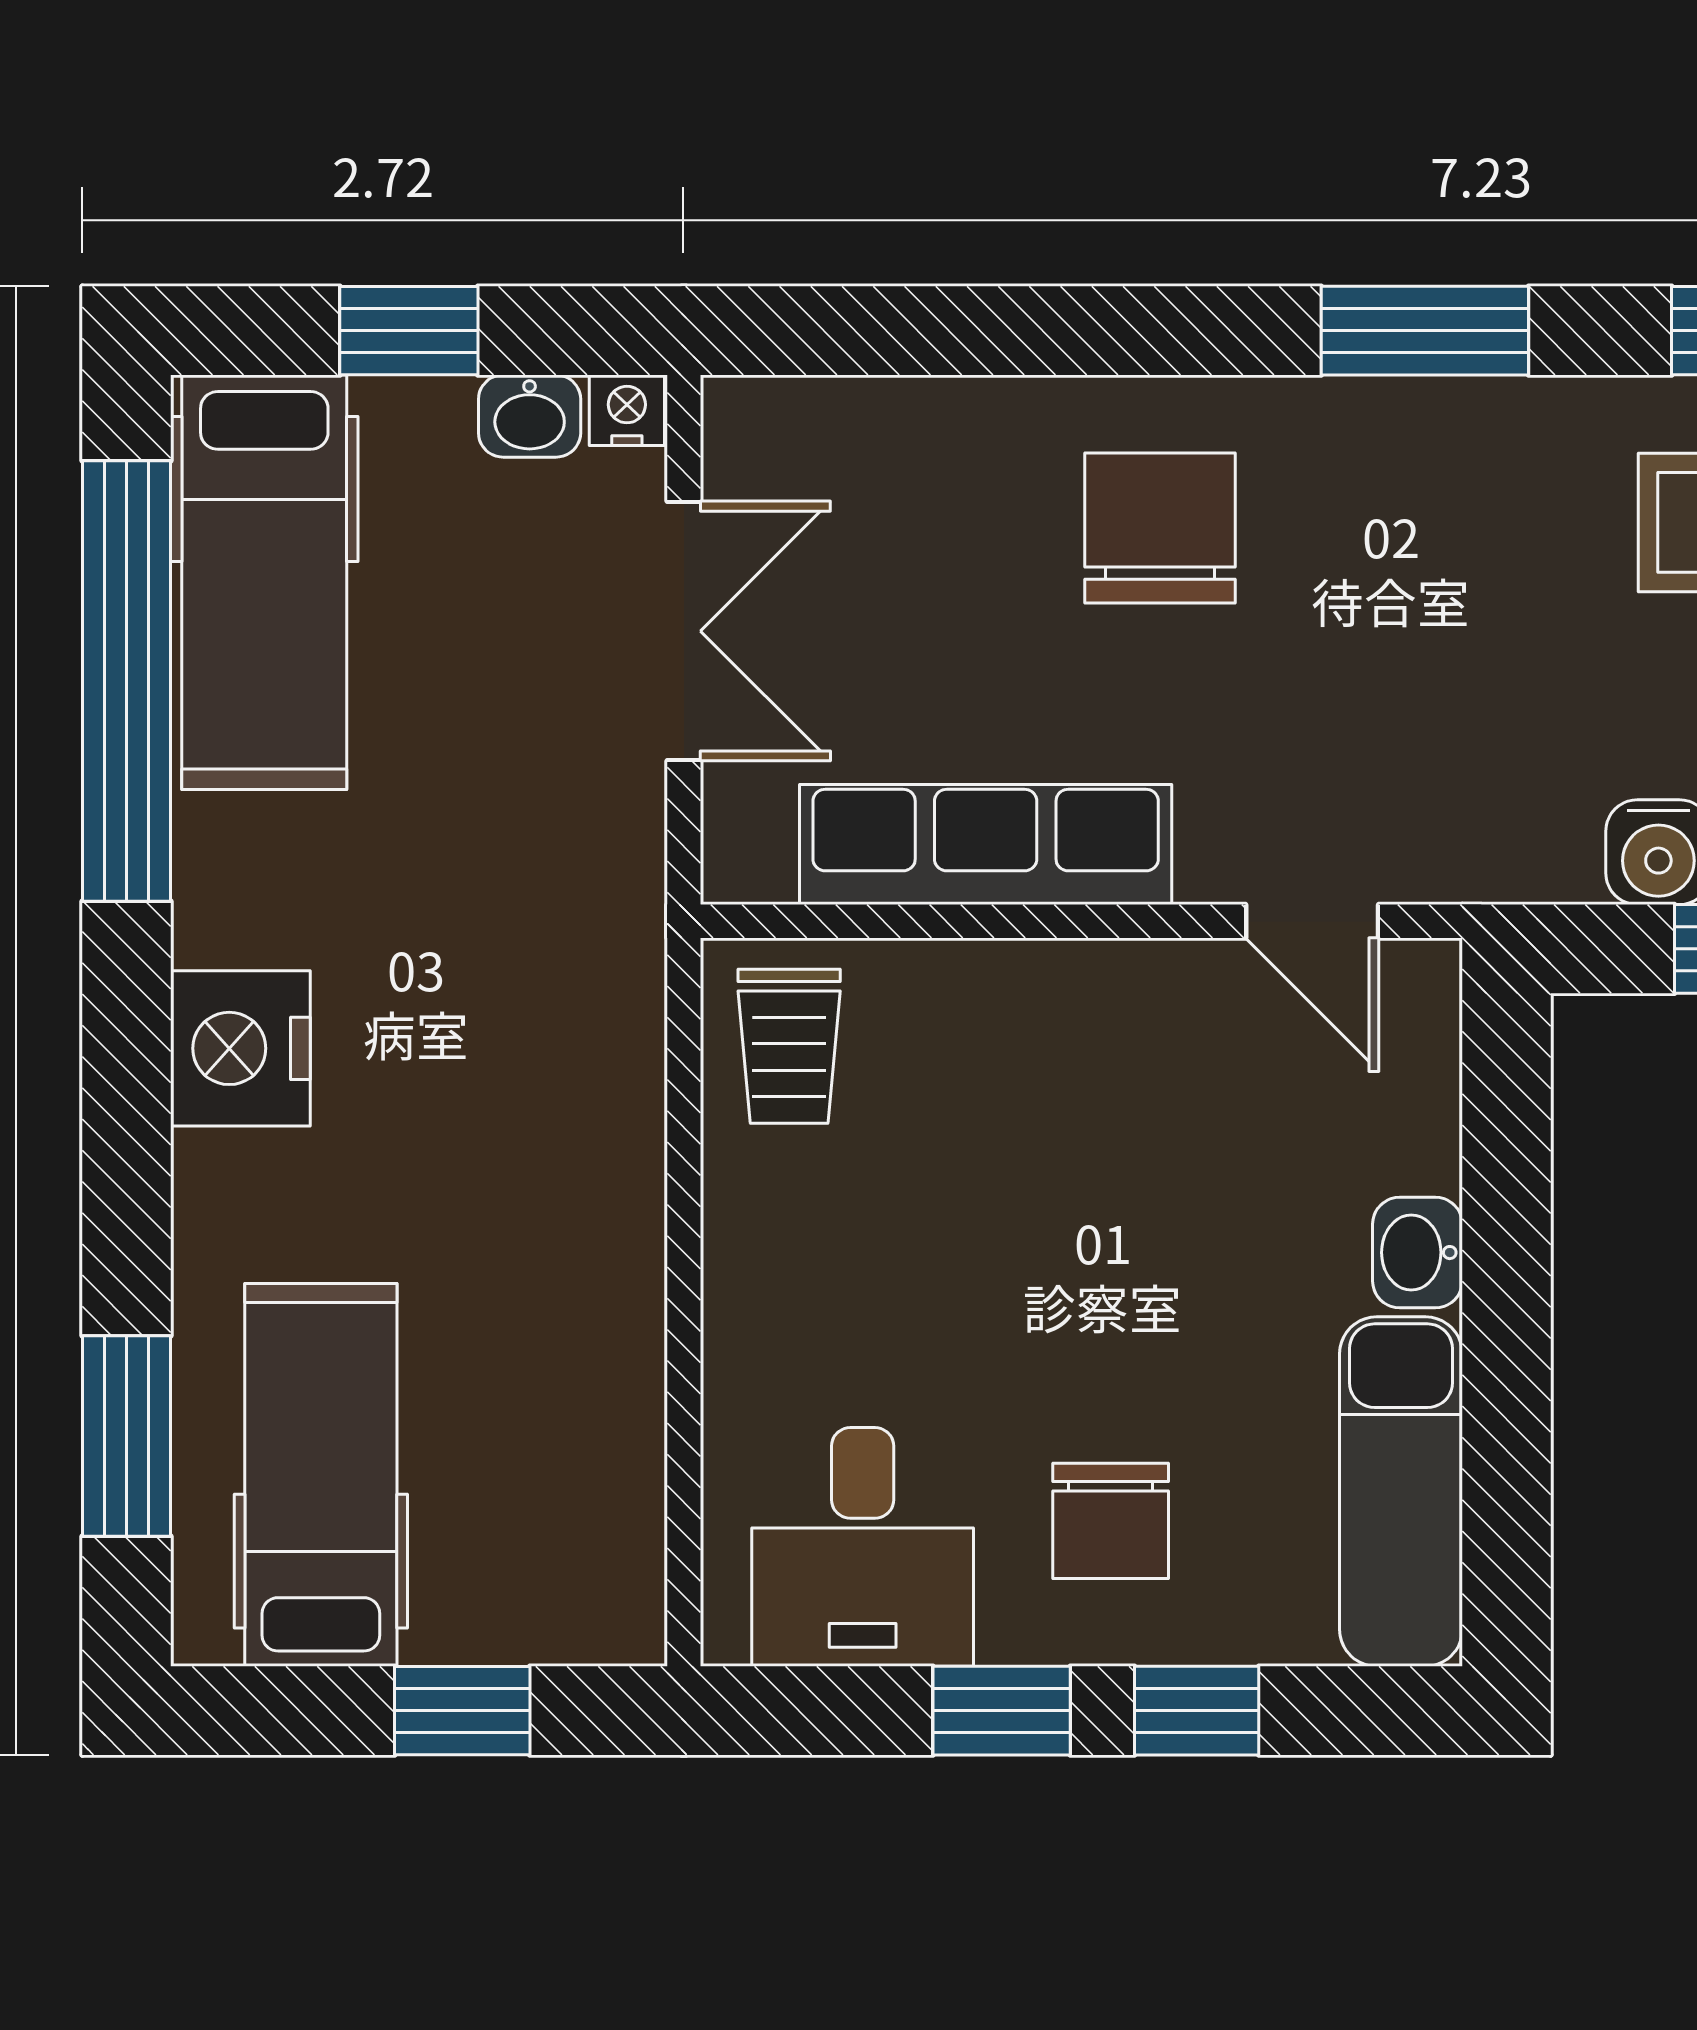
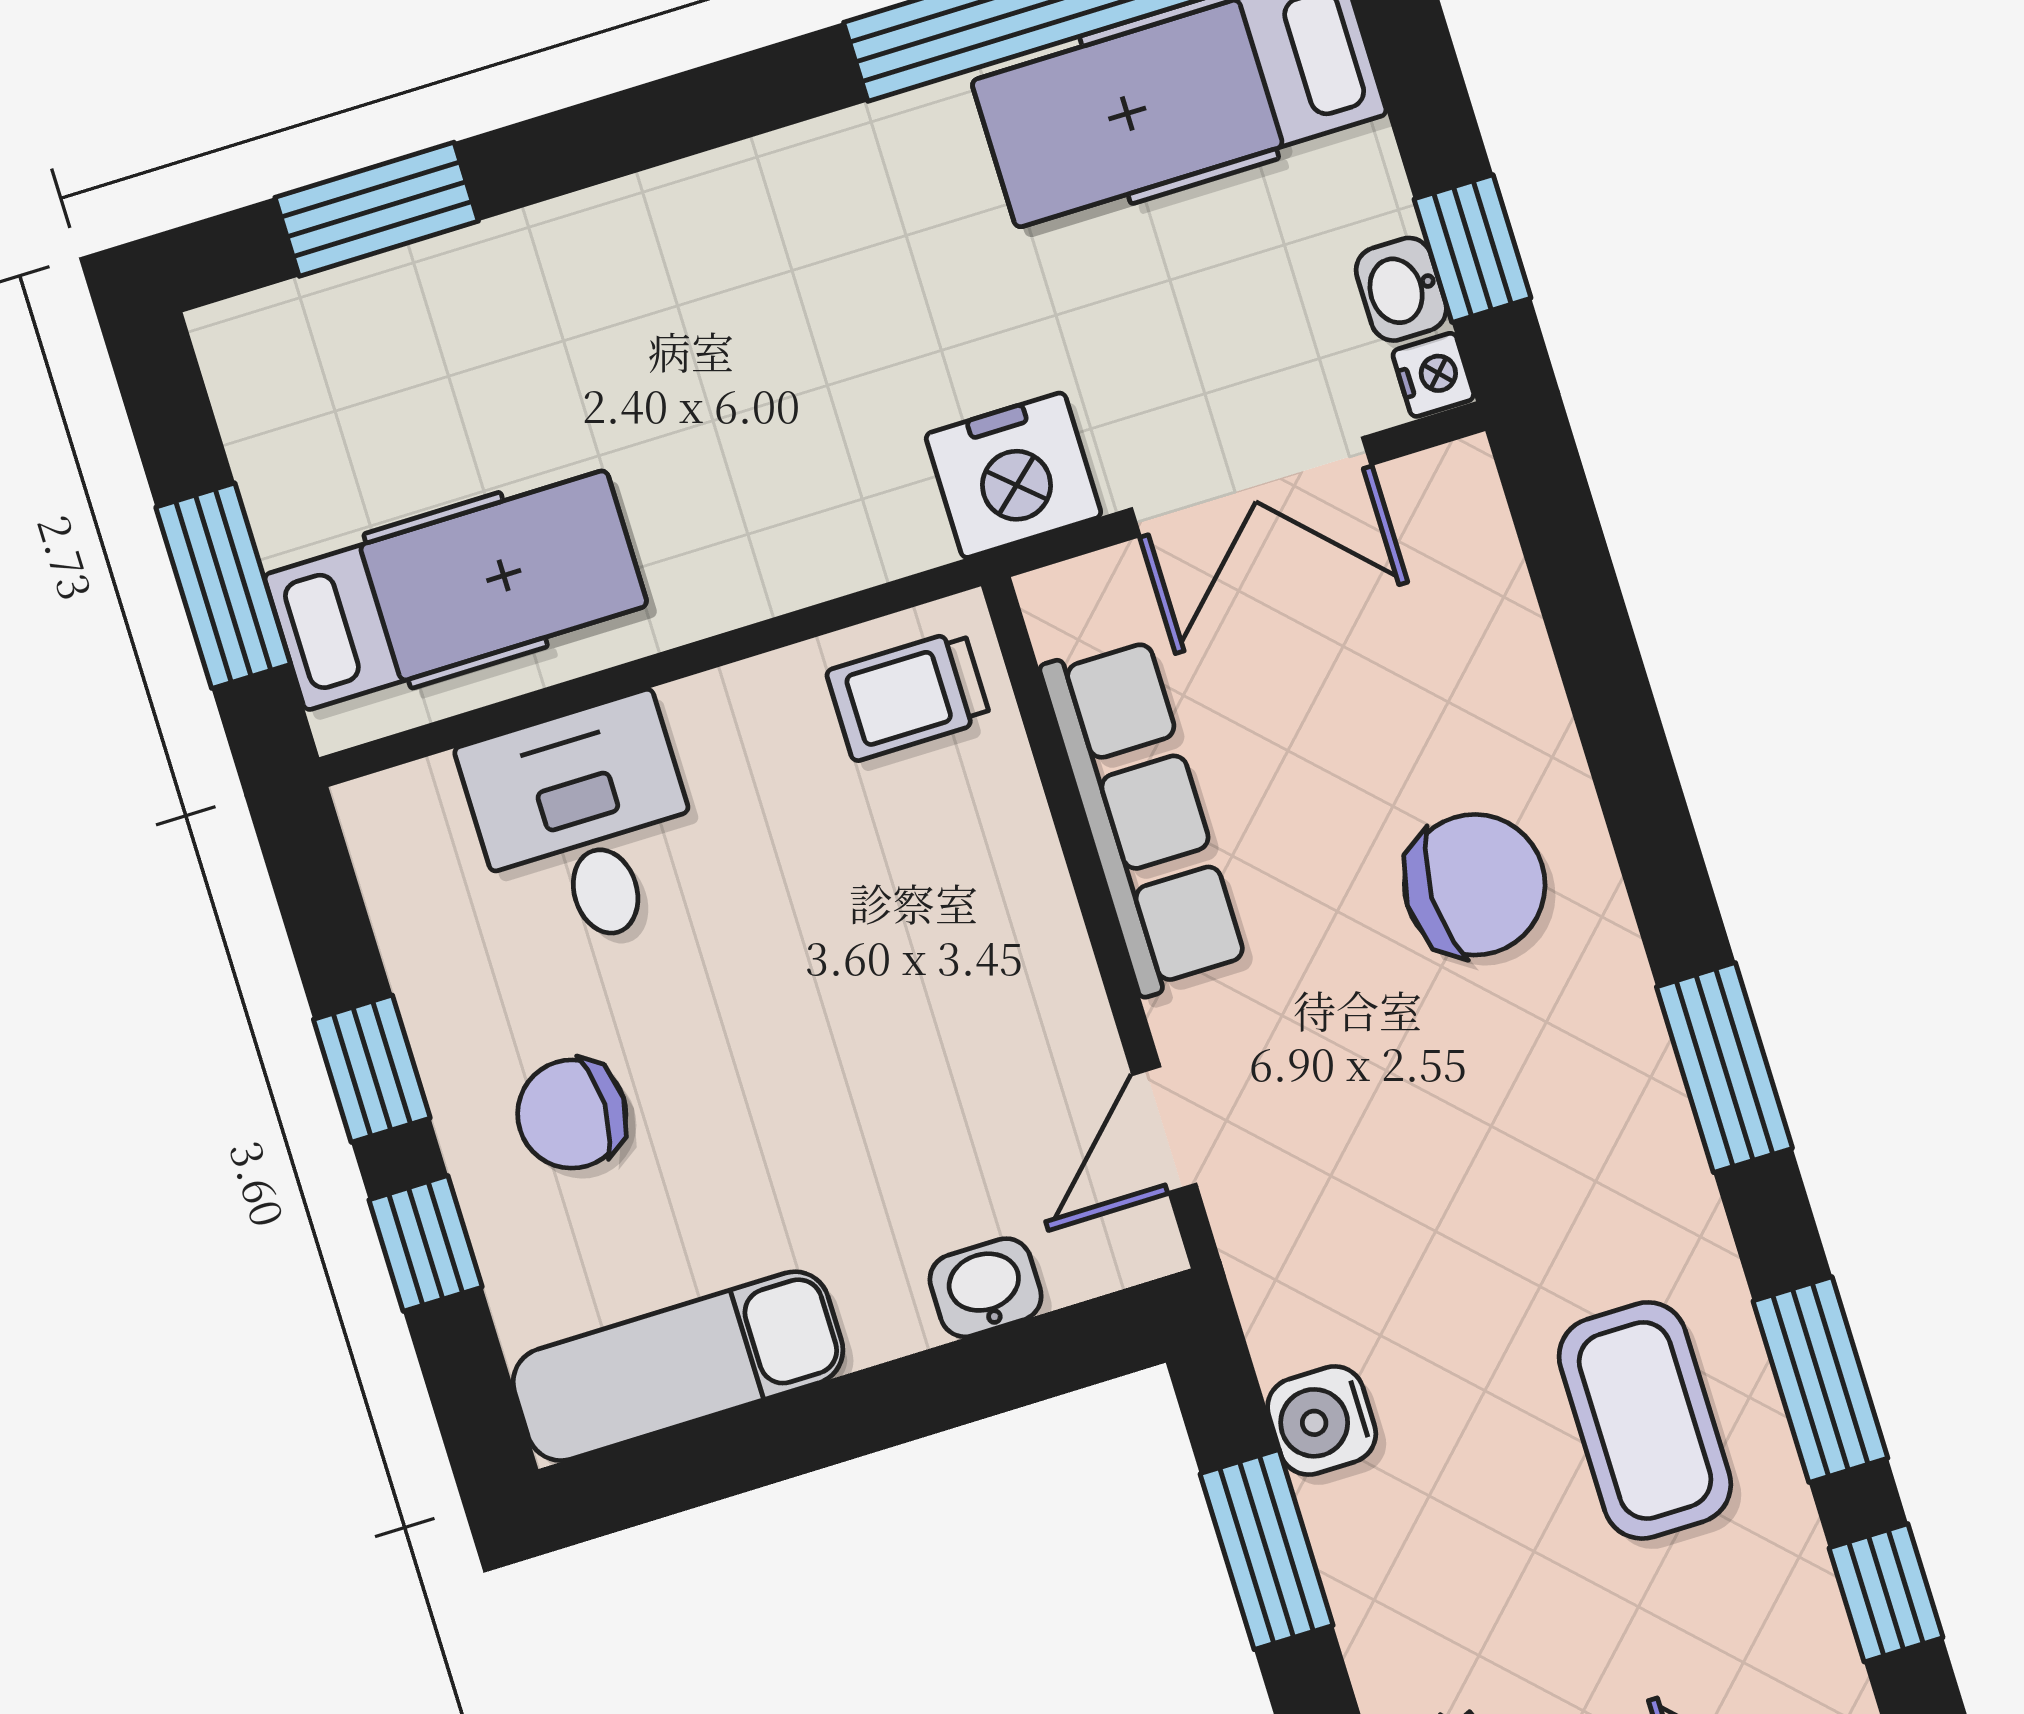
window: (409, 331) -> (1472, 249), moved
nightstand: (240, 1048) -> (1013, 475), moved, turned 180
washbasin: (1417, 1253) -> (986, 1288), moved
hospital bed: (321, 1475) -> (456, 590), moved
desk: (863, 1547) -> (585, 825), moved, turned 90
window: (462, 1711) -> (223, 586), width x1.50

